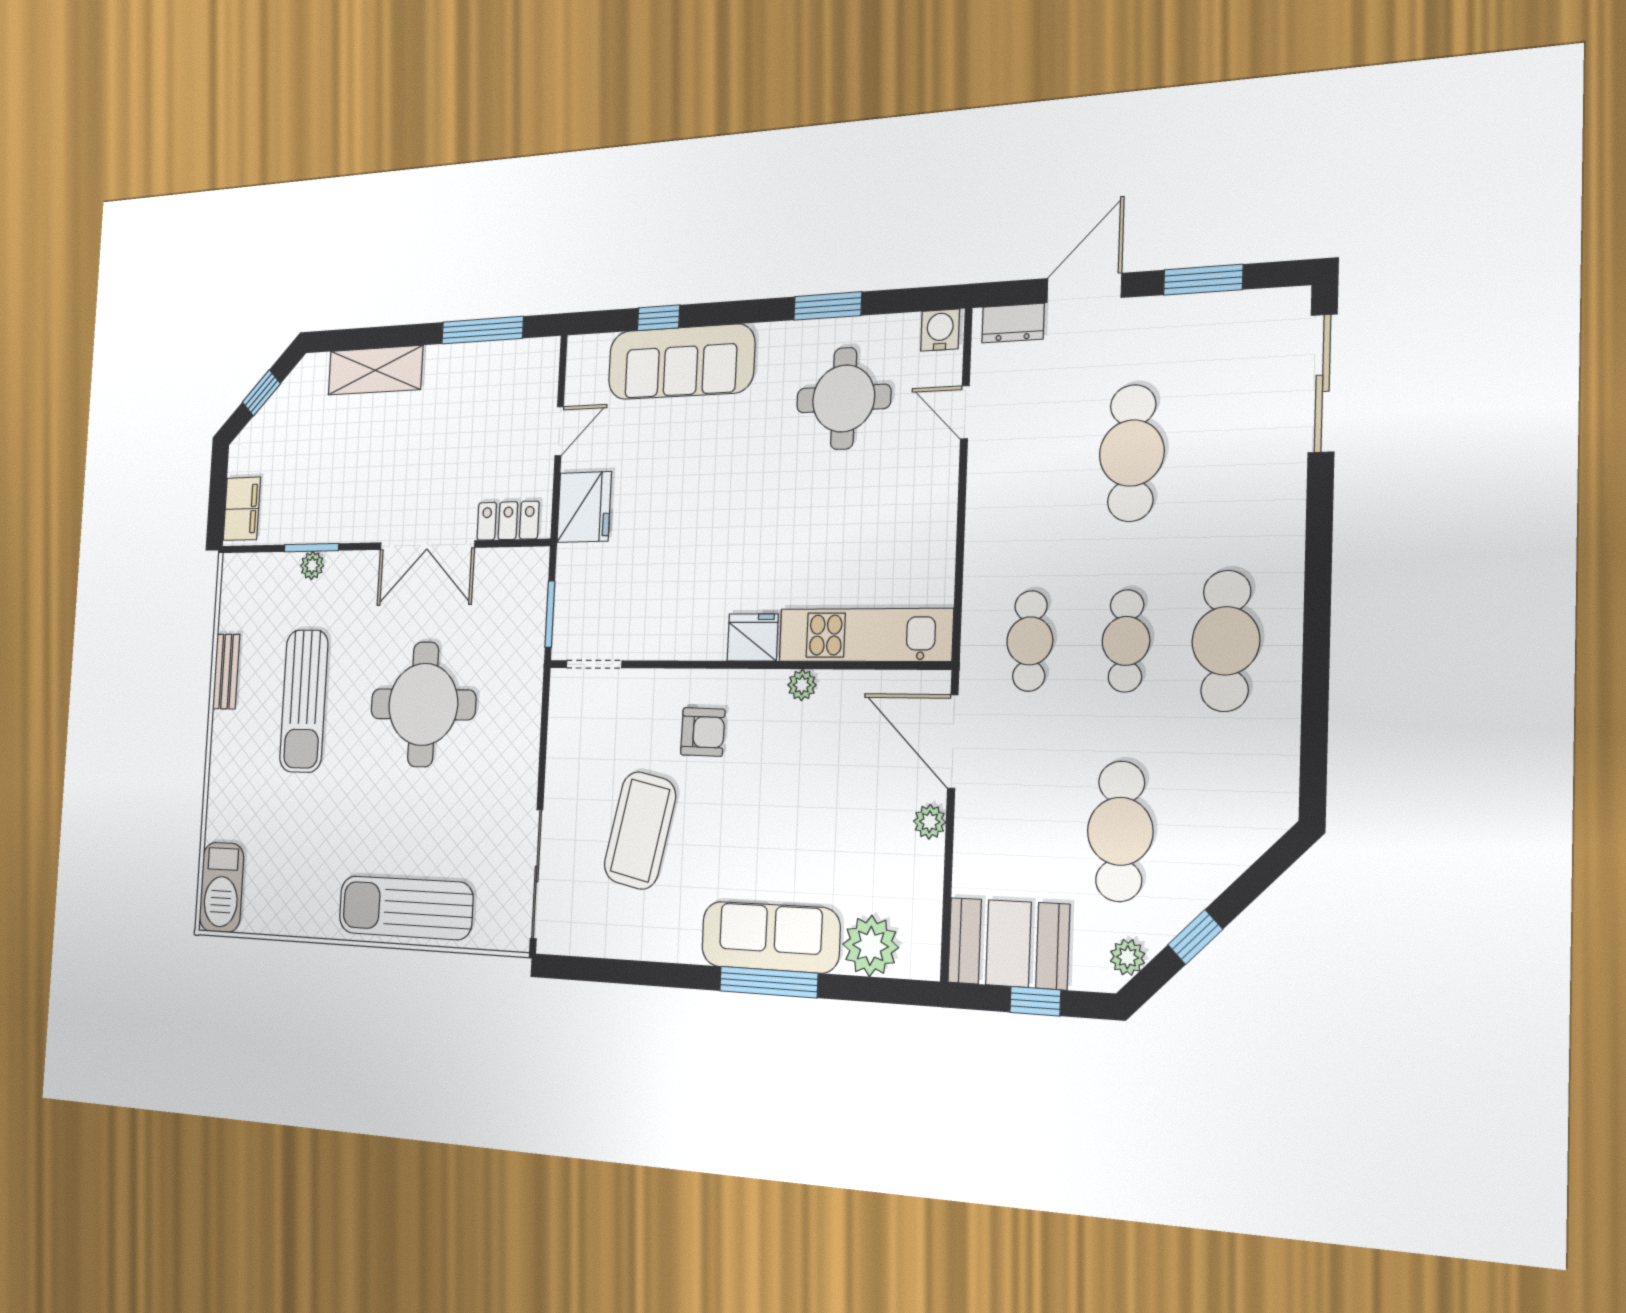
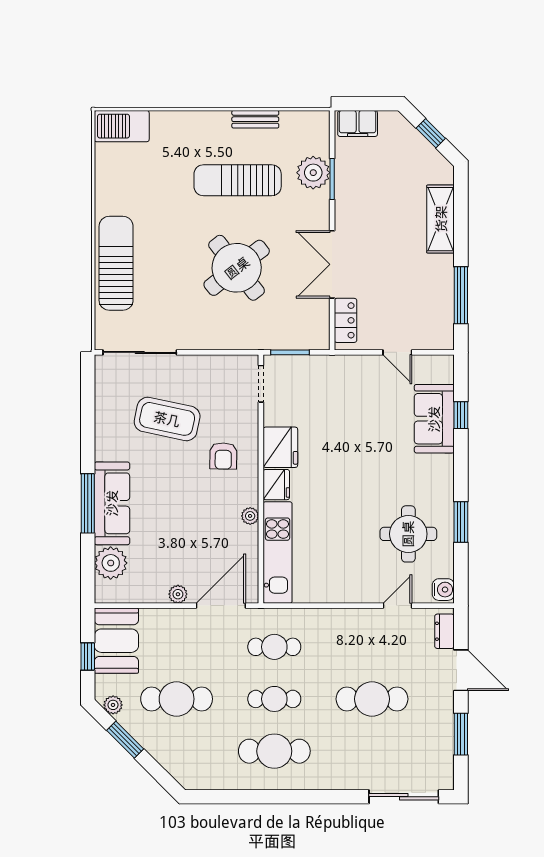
sofa: (681, 362) -> (434, 419), width x0.73
fridge: (584, 507) -> (280, 447), moved, turned -90
plant: (312, 566) -> (313, 173), width x1.87, depth x1.87
round table: (423, 704) -> (237, 268), turned -38
window: (1195, 937) -> (125, 740), width x1.50

